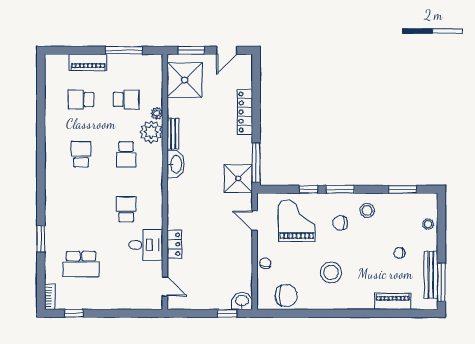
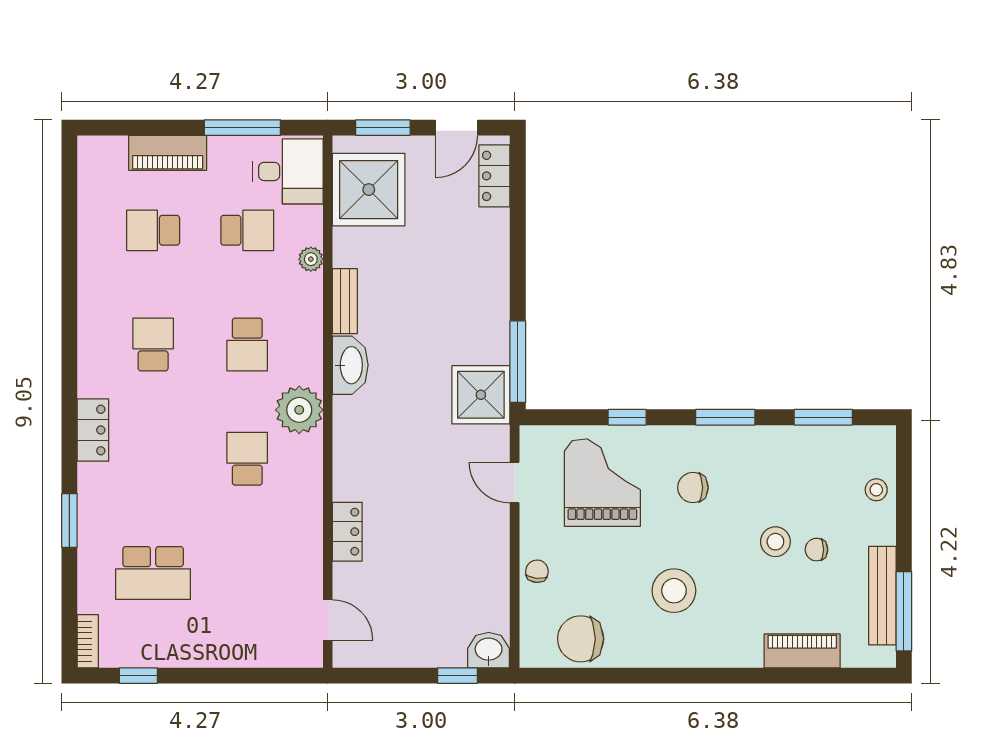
locker: (245, 112) -> (494, 176), moved, width x0.66
plant: (151, 132) -> (299, 410), moved
window: (340, 189) -> (725, 417), moved
locker: (52, 195) -> (93, 430), added
stool: (367, 210) -> (775, 542), moved
desk: (146, 245) -> (288, 171), moved
chair: (286, 296) -> (581, 639), turned 180

